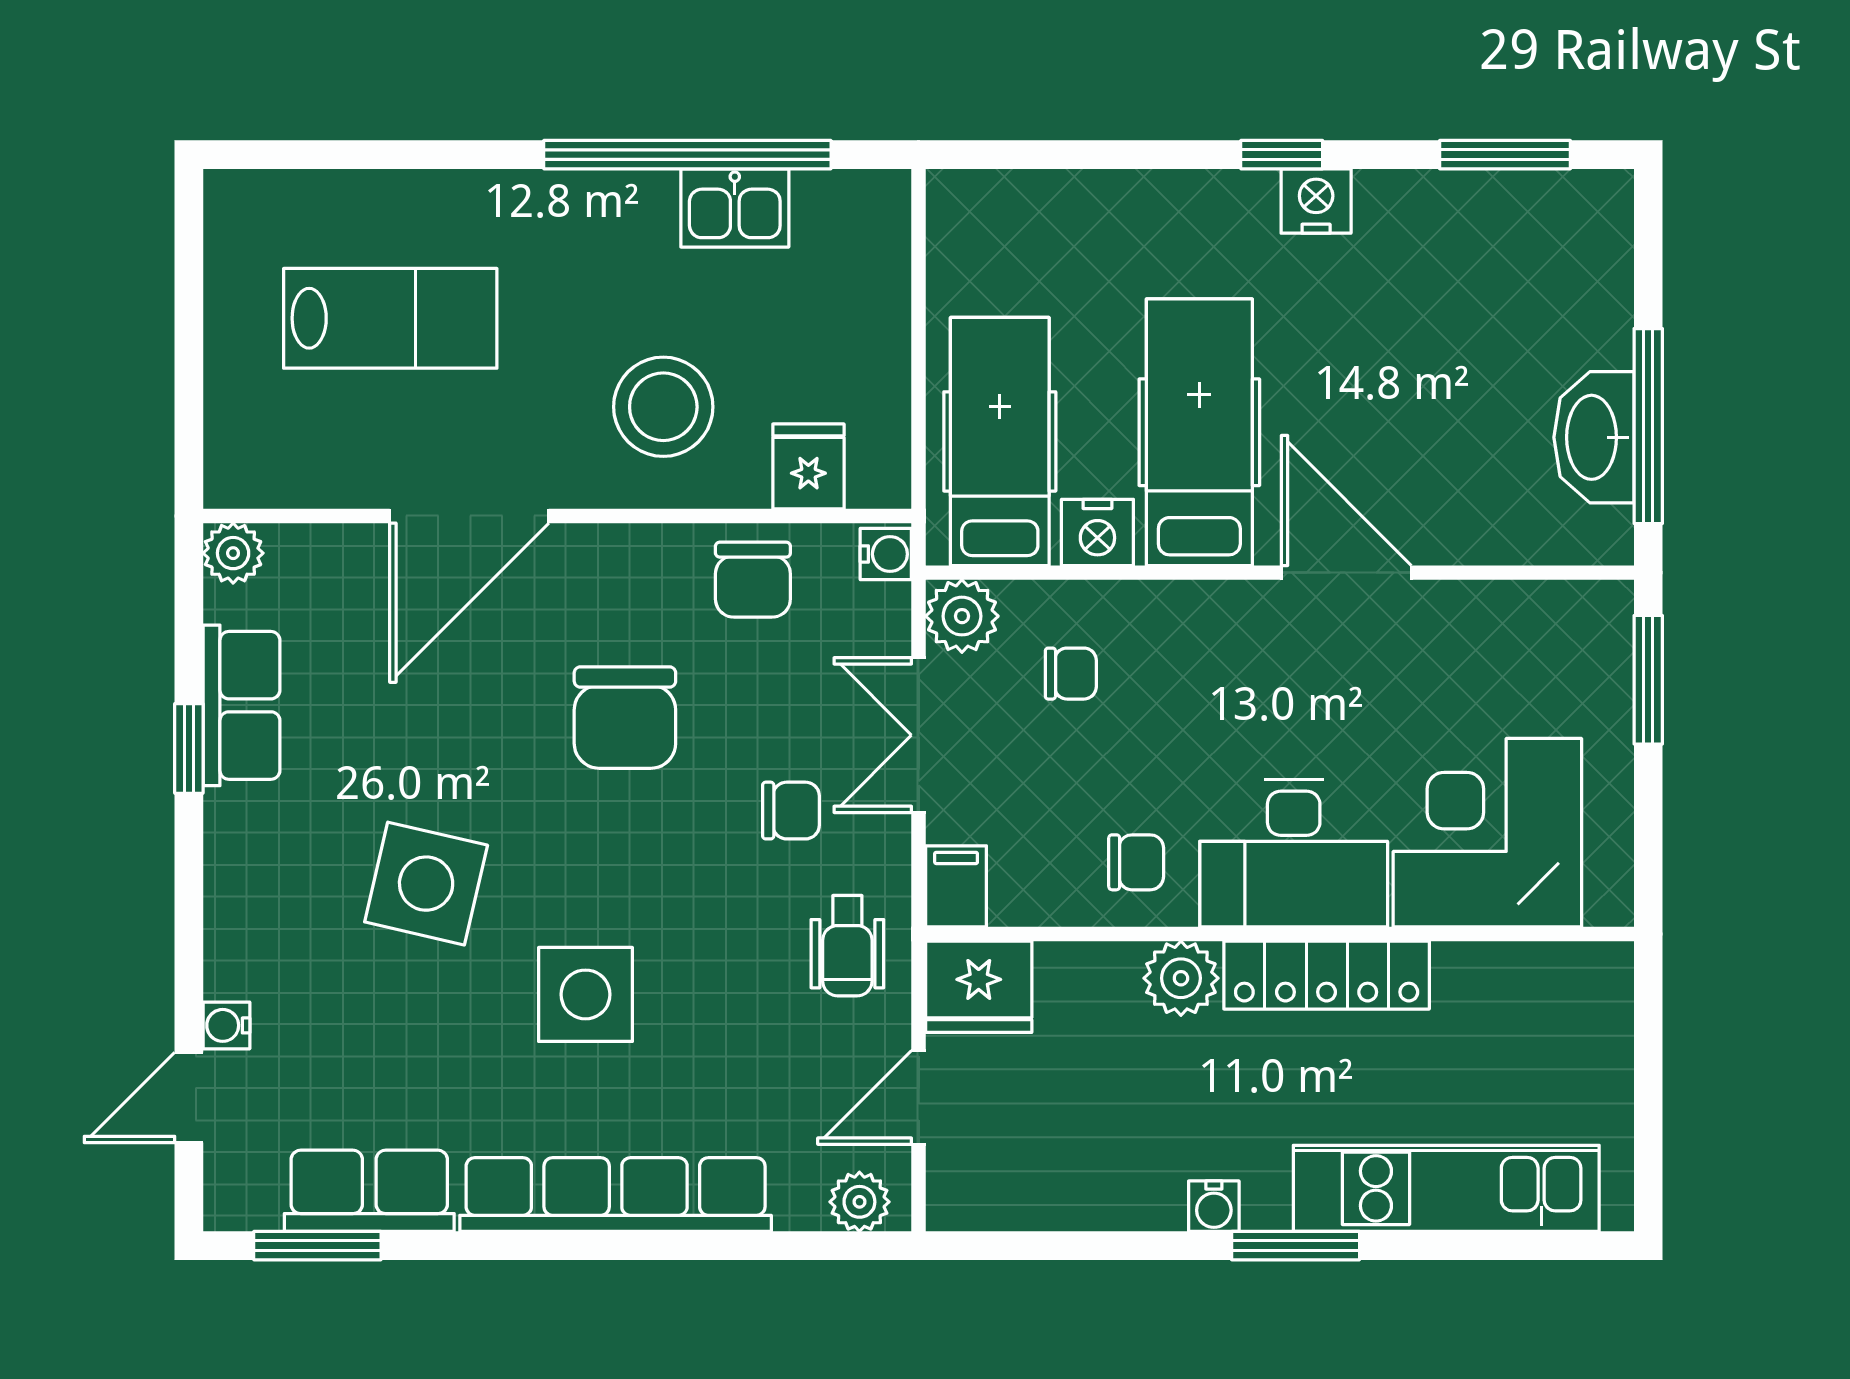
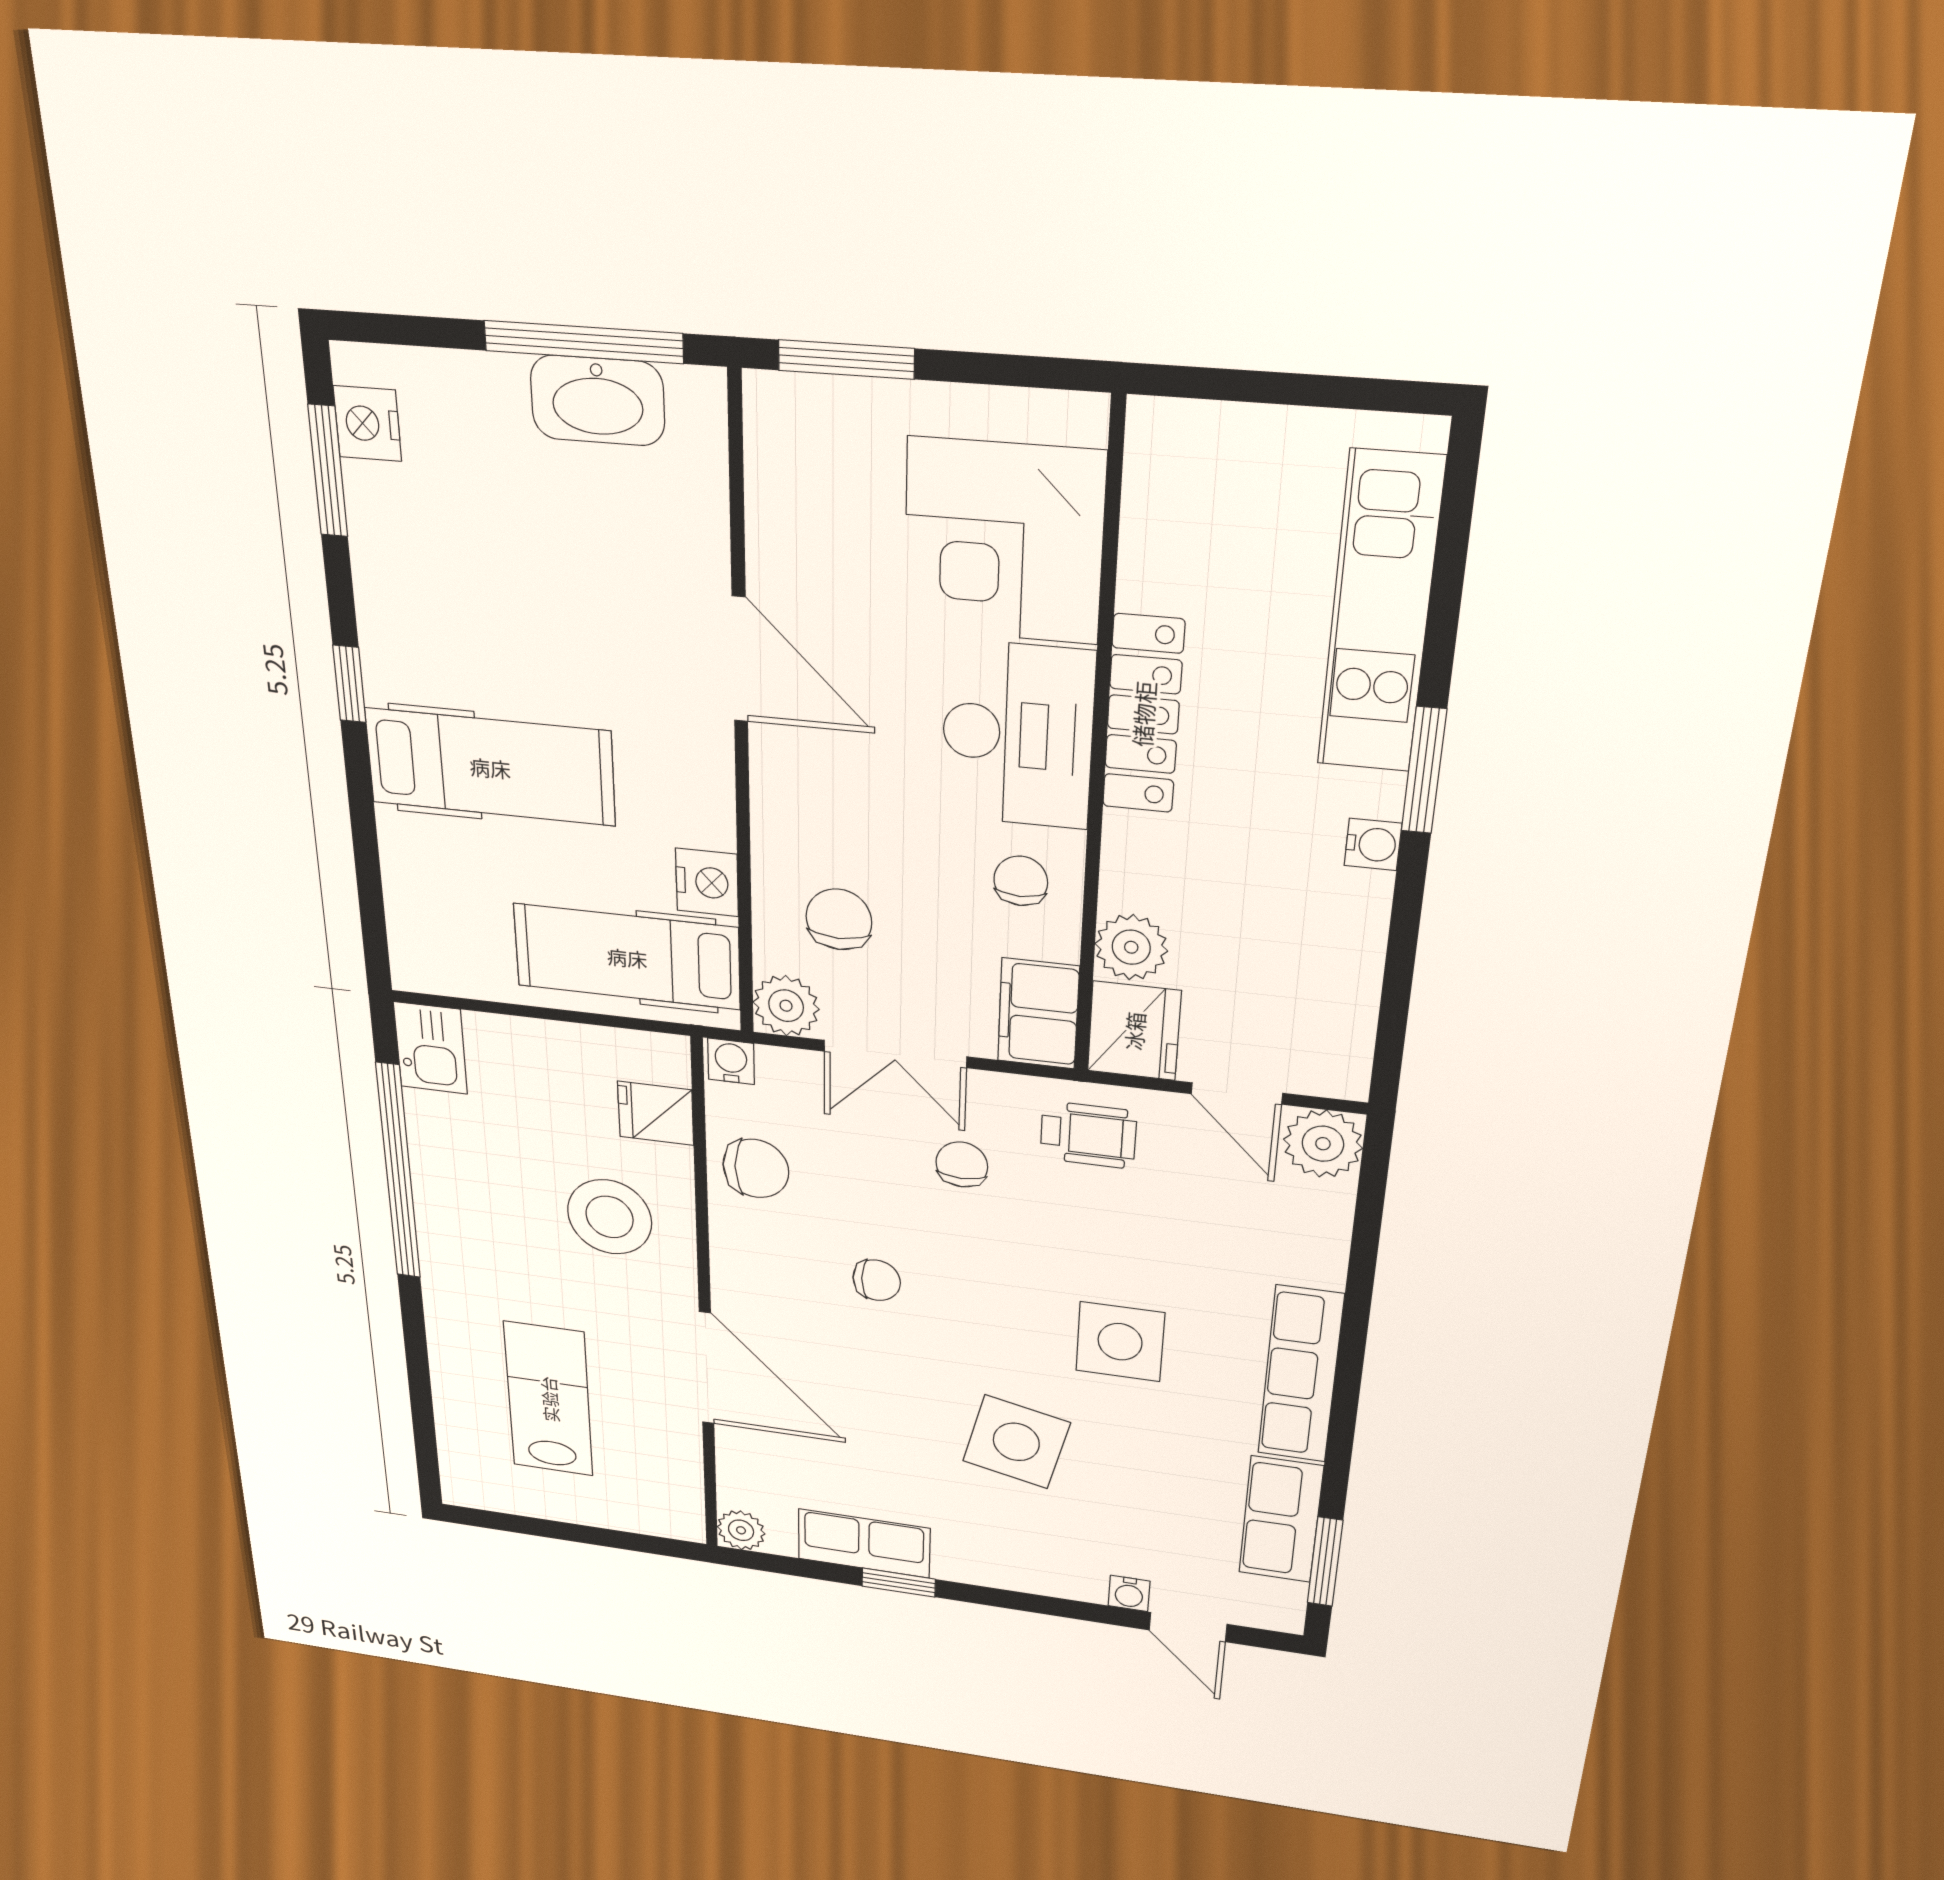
nightstand: (1316, 201) -> (367, 424), moved
kitchen sink: (735, 208) -> (431, 1048), moved
hospital bed: (1199, 432) -> (490, 767), moved, turned 180
door: (1346, 573) -> (740, 659), swing flipped
chair: (1071, 674) -> (839, 919), width x1.37, depth x1.37
chair: (625, 718) -> (877, 1280), width x0.54, depth x0.54
filing cabinet: (956, 886) -> (1038, 1014), width x2.00
plant: (1181, 978) -> (1131, 947), moved
row of seats: (616, 1195) -> (1301, 1375), width x0.73
plant: (859, 1202) -> (1323, 1144), width x1.38, depth x1.38

